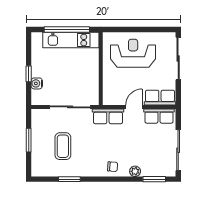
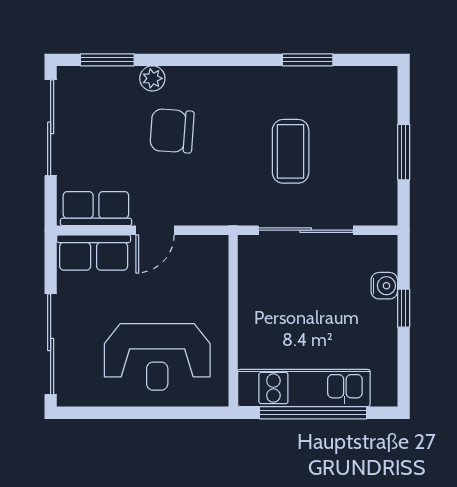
row of seats: (108, 116) -> (216, 208), removed
coffee table: (63, 146) -> (291, 151), moved
chair: (113, 167) -> (172, 131), moved, width x1.87, depth x1.87

